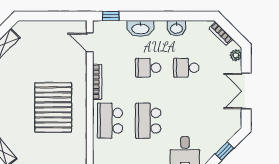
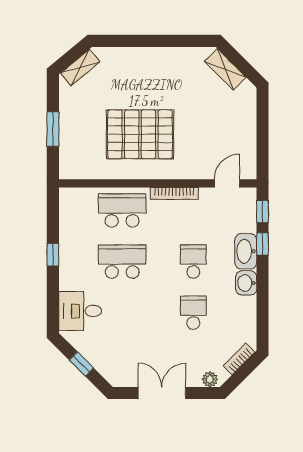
window: (135, 16) -> (263, 244), added
washbasin: (177, 28) -> (246, 283), moved

